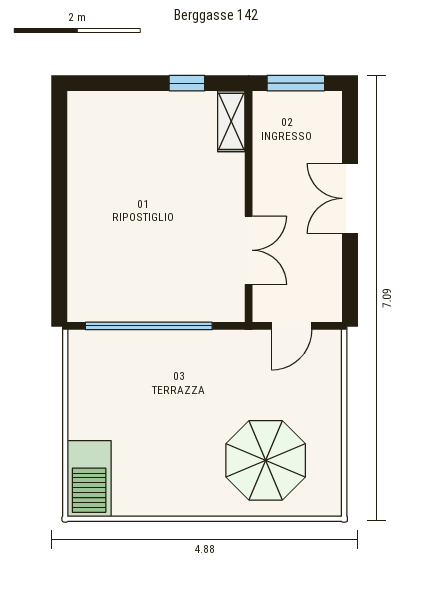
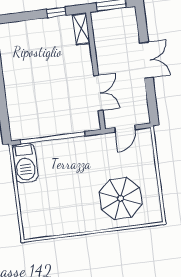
double door: (350, 198) -> (146, 60), swing flipped
barbecue: (89, 479) -> (25, 163), moved

